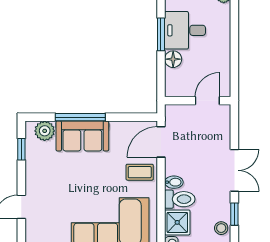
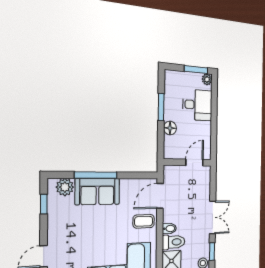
desk: (185, 30) -> (197, 105), moved, turned 180

